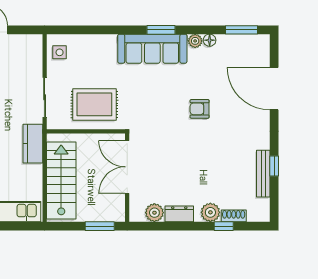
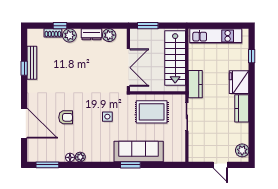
window: (161, 30) -> (130, 165), moved
sofa: (152, 49) -> (139, 151), moved
side table: (60, 52) -> (107, 117), moved
armchair: (200, 109) -> (66, 117), moved

